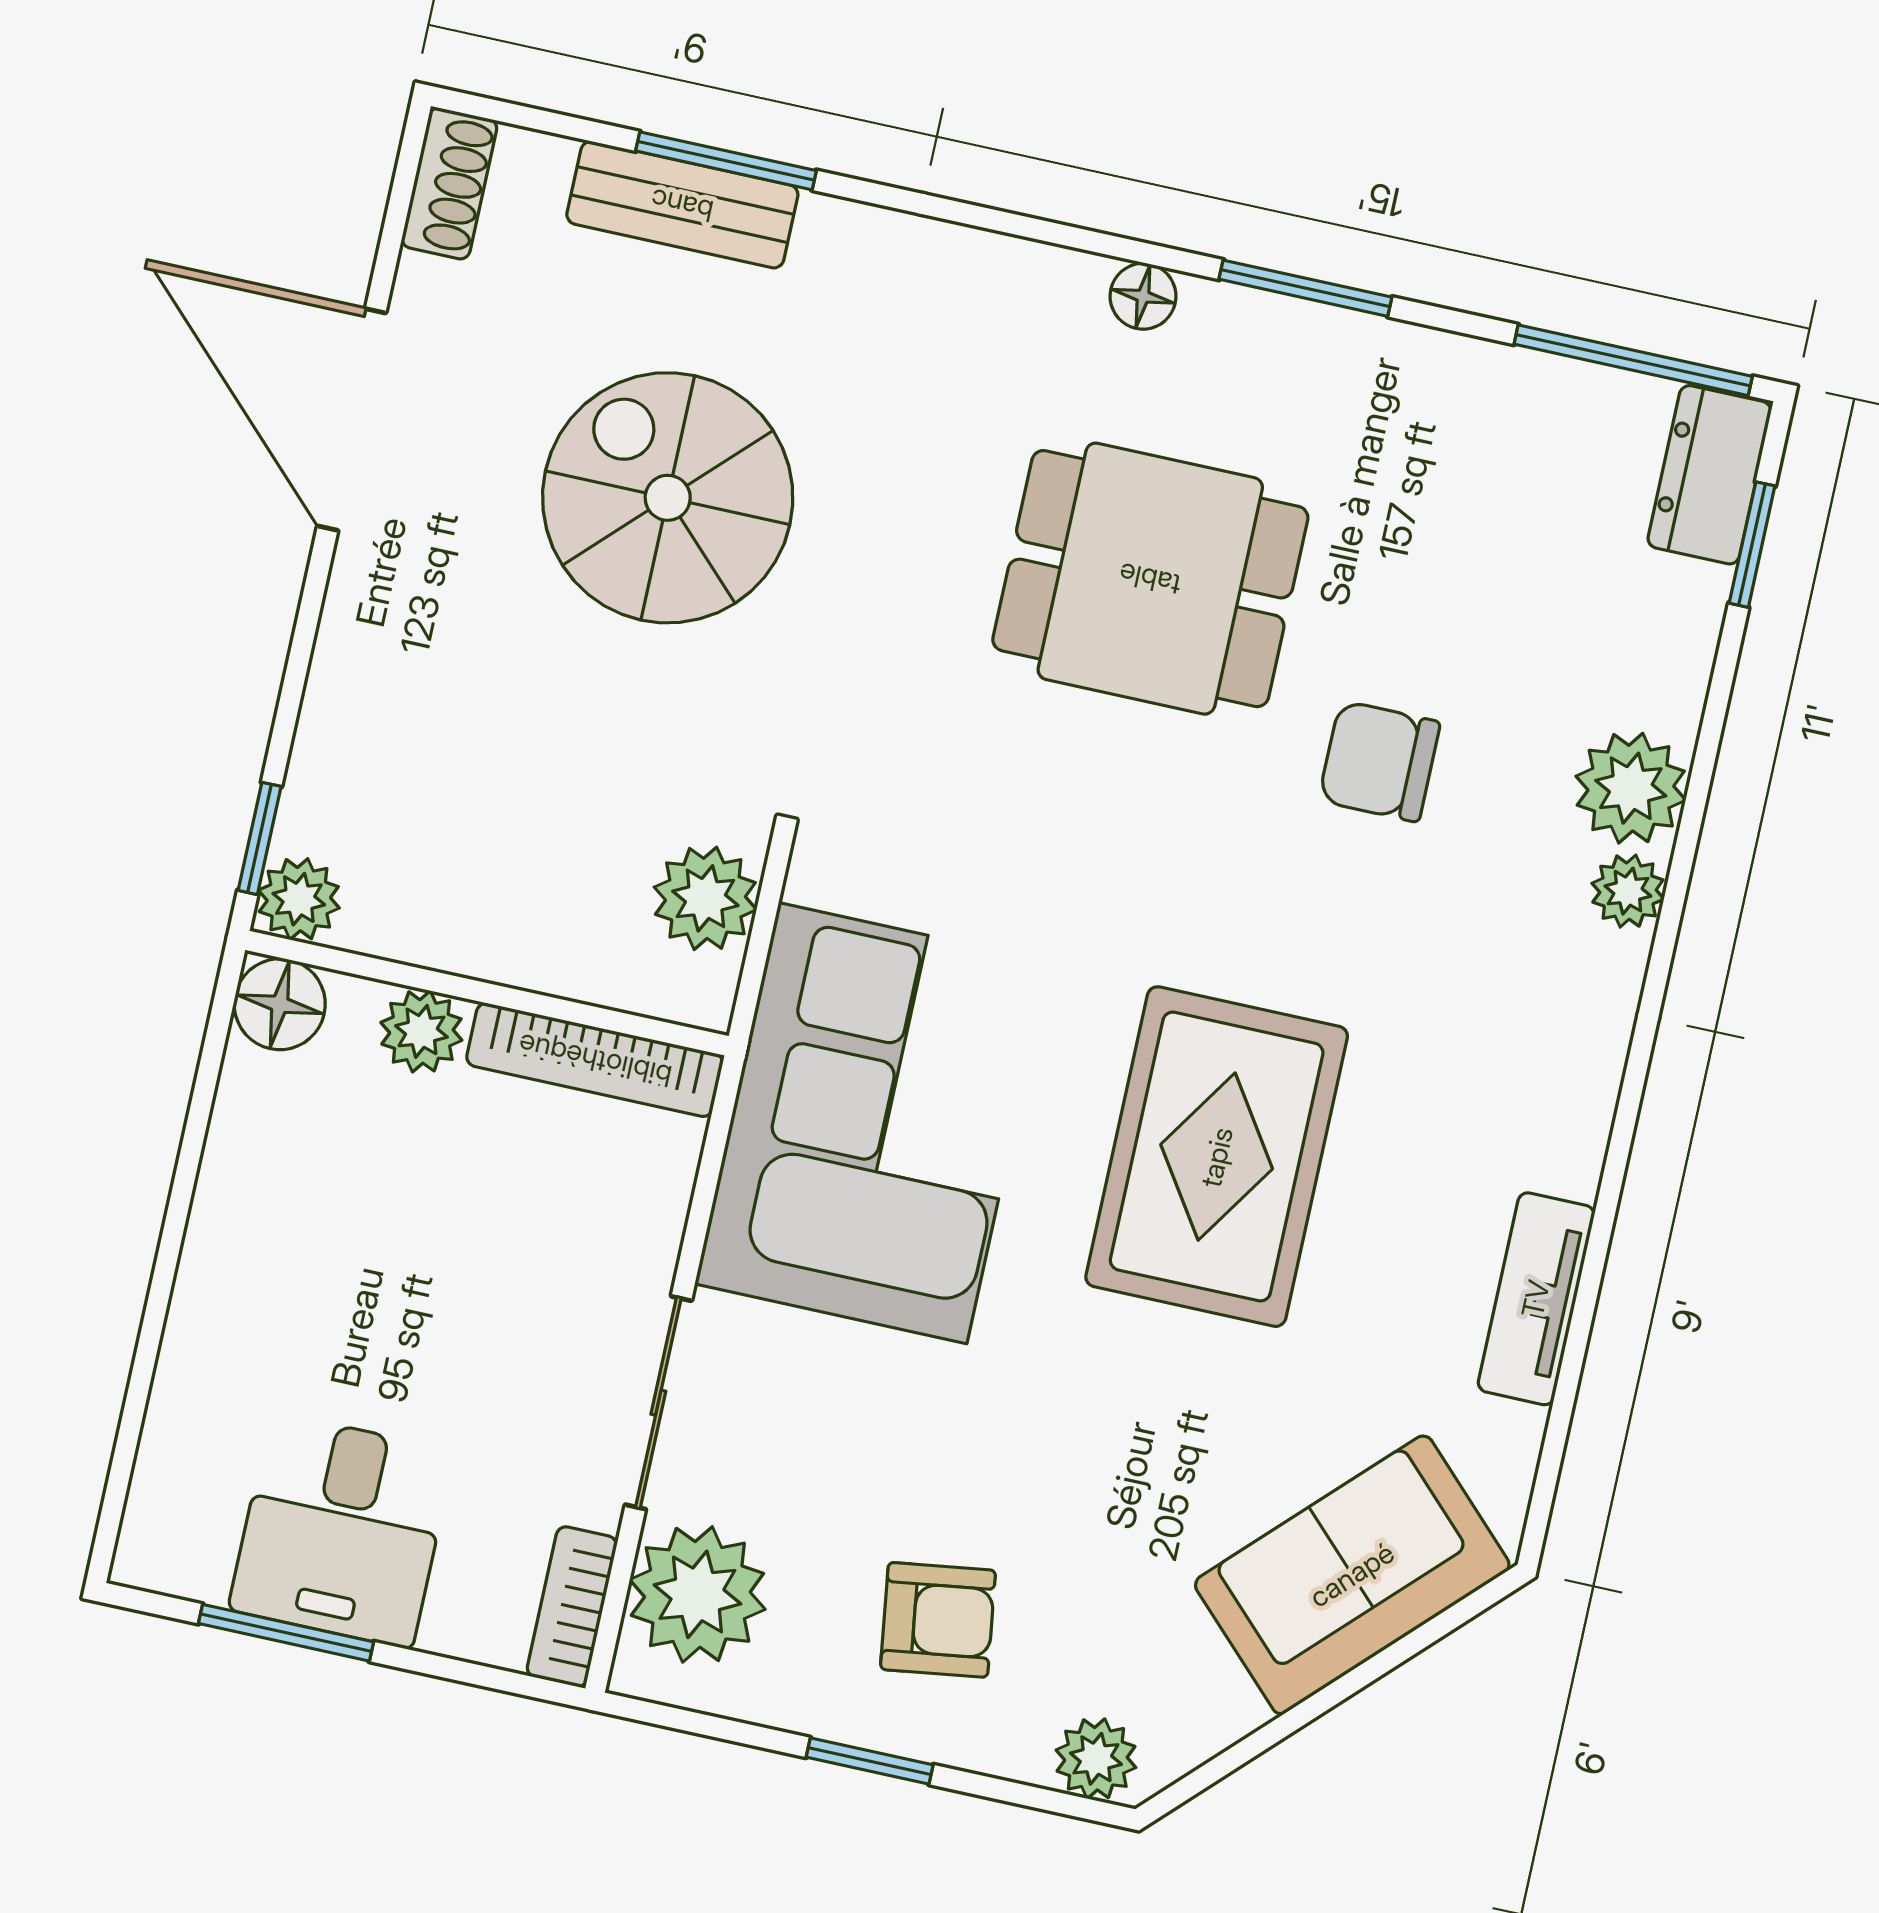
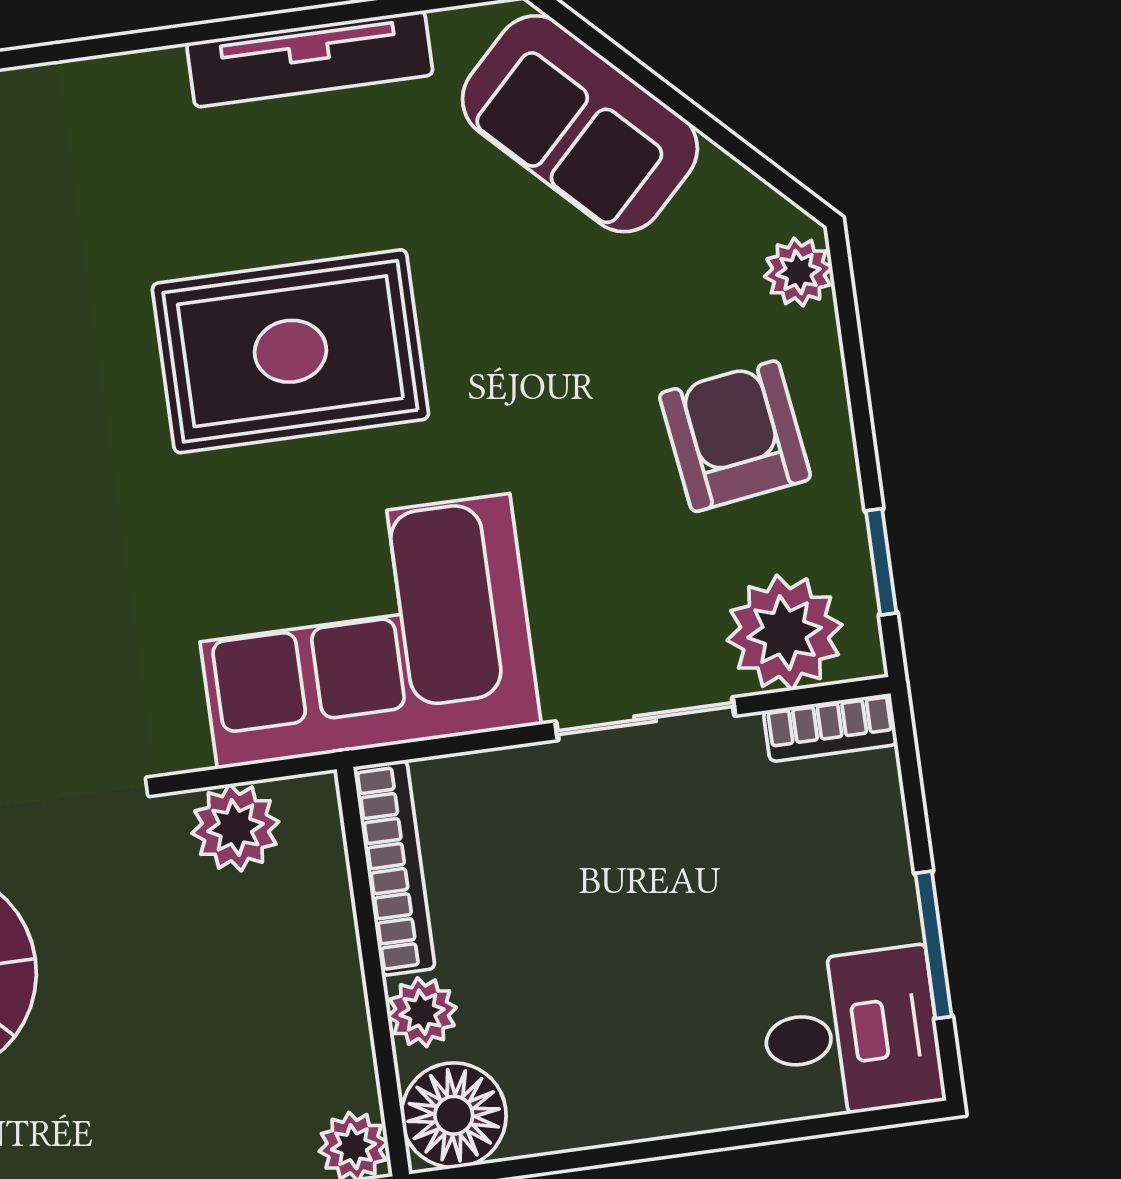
floor lamp: (280, 1004) -> (454, 1115), width x1.38, depth x1.38
tv unit: (1536, 1299) -> (310, 59), width x1.41
desk: (342, 1530) -> (851, 1034), moved
armchair: (938, 1620) -> (735, 436), width x1.38, depth x1.38
window: (870, 1761) -> (881, 562), moved

